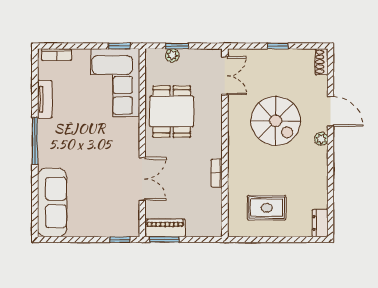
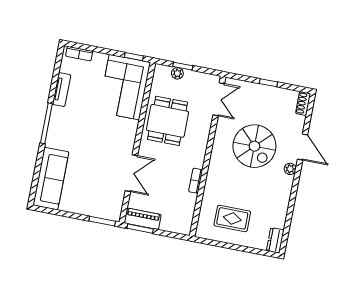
window: (120, 240) -> (102, 221), width x1.50

